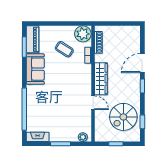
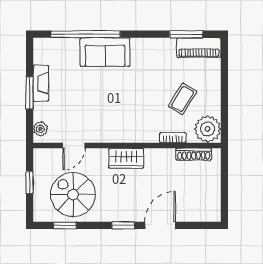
door: (142, 63) -> (160, 225), hinge flipped
sofa: (35, 69) -> (105, 52), moved
wardrobe: (101, 79) -> (126, 158), width x0.67
door: (93, 103) -> (74, 146), moved
fireplace: (38, 137) -> (41, 83), moved

